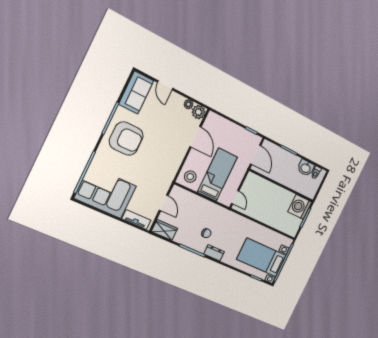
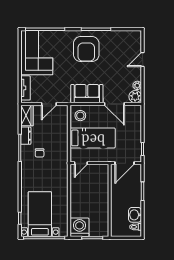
sofa: (136, 93) -> (87, 94), moved, turned 180
door: (195, 137) -> (114, 104), hinge flipped
washing machine: (300, 207) -> (79, 227), moved
dresser: (214, 253) -> (26, 136), moved

